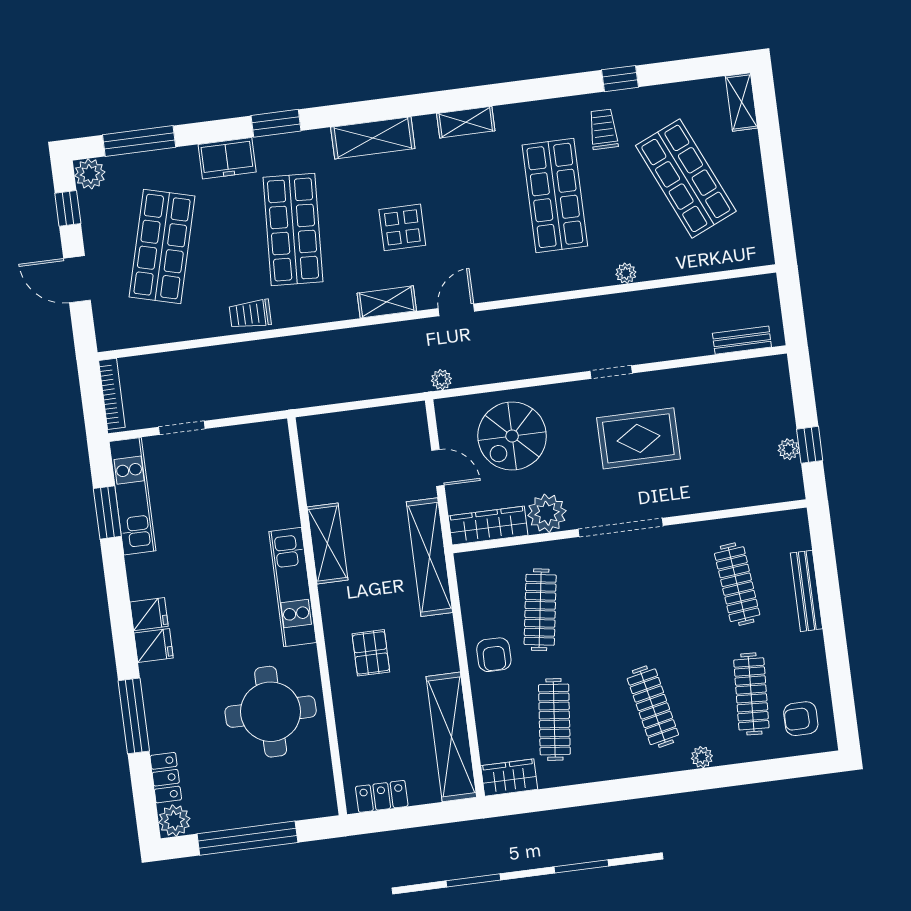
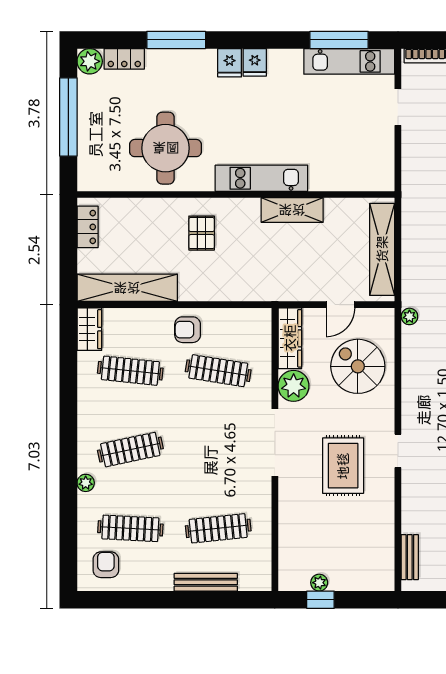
window: (107, 512) -> (339, 40), width x1.44
shelving: (429, 557) -> (382, 249), moved, turned 90
pallet: (371, 653) -> (202, 233), turned 90

